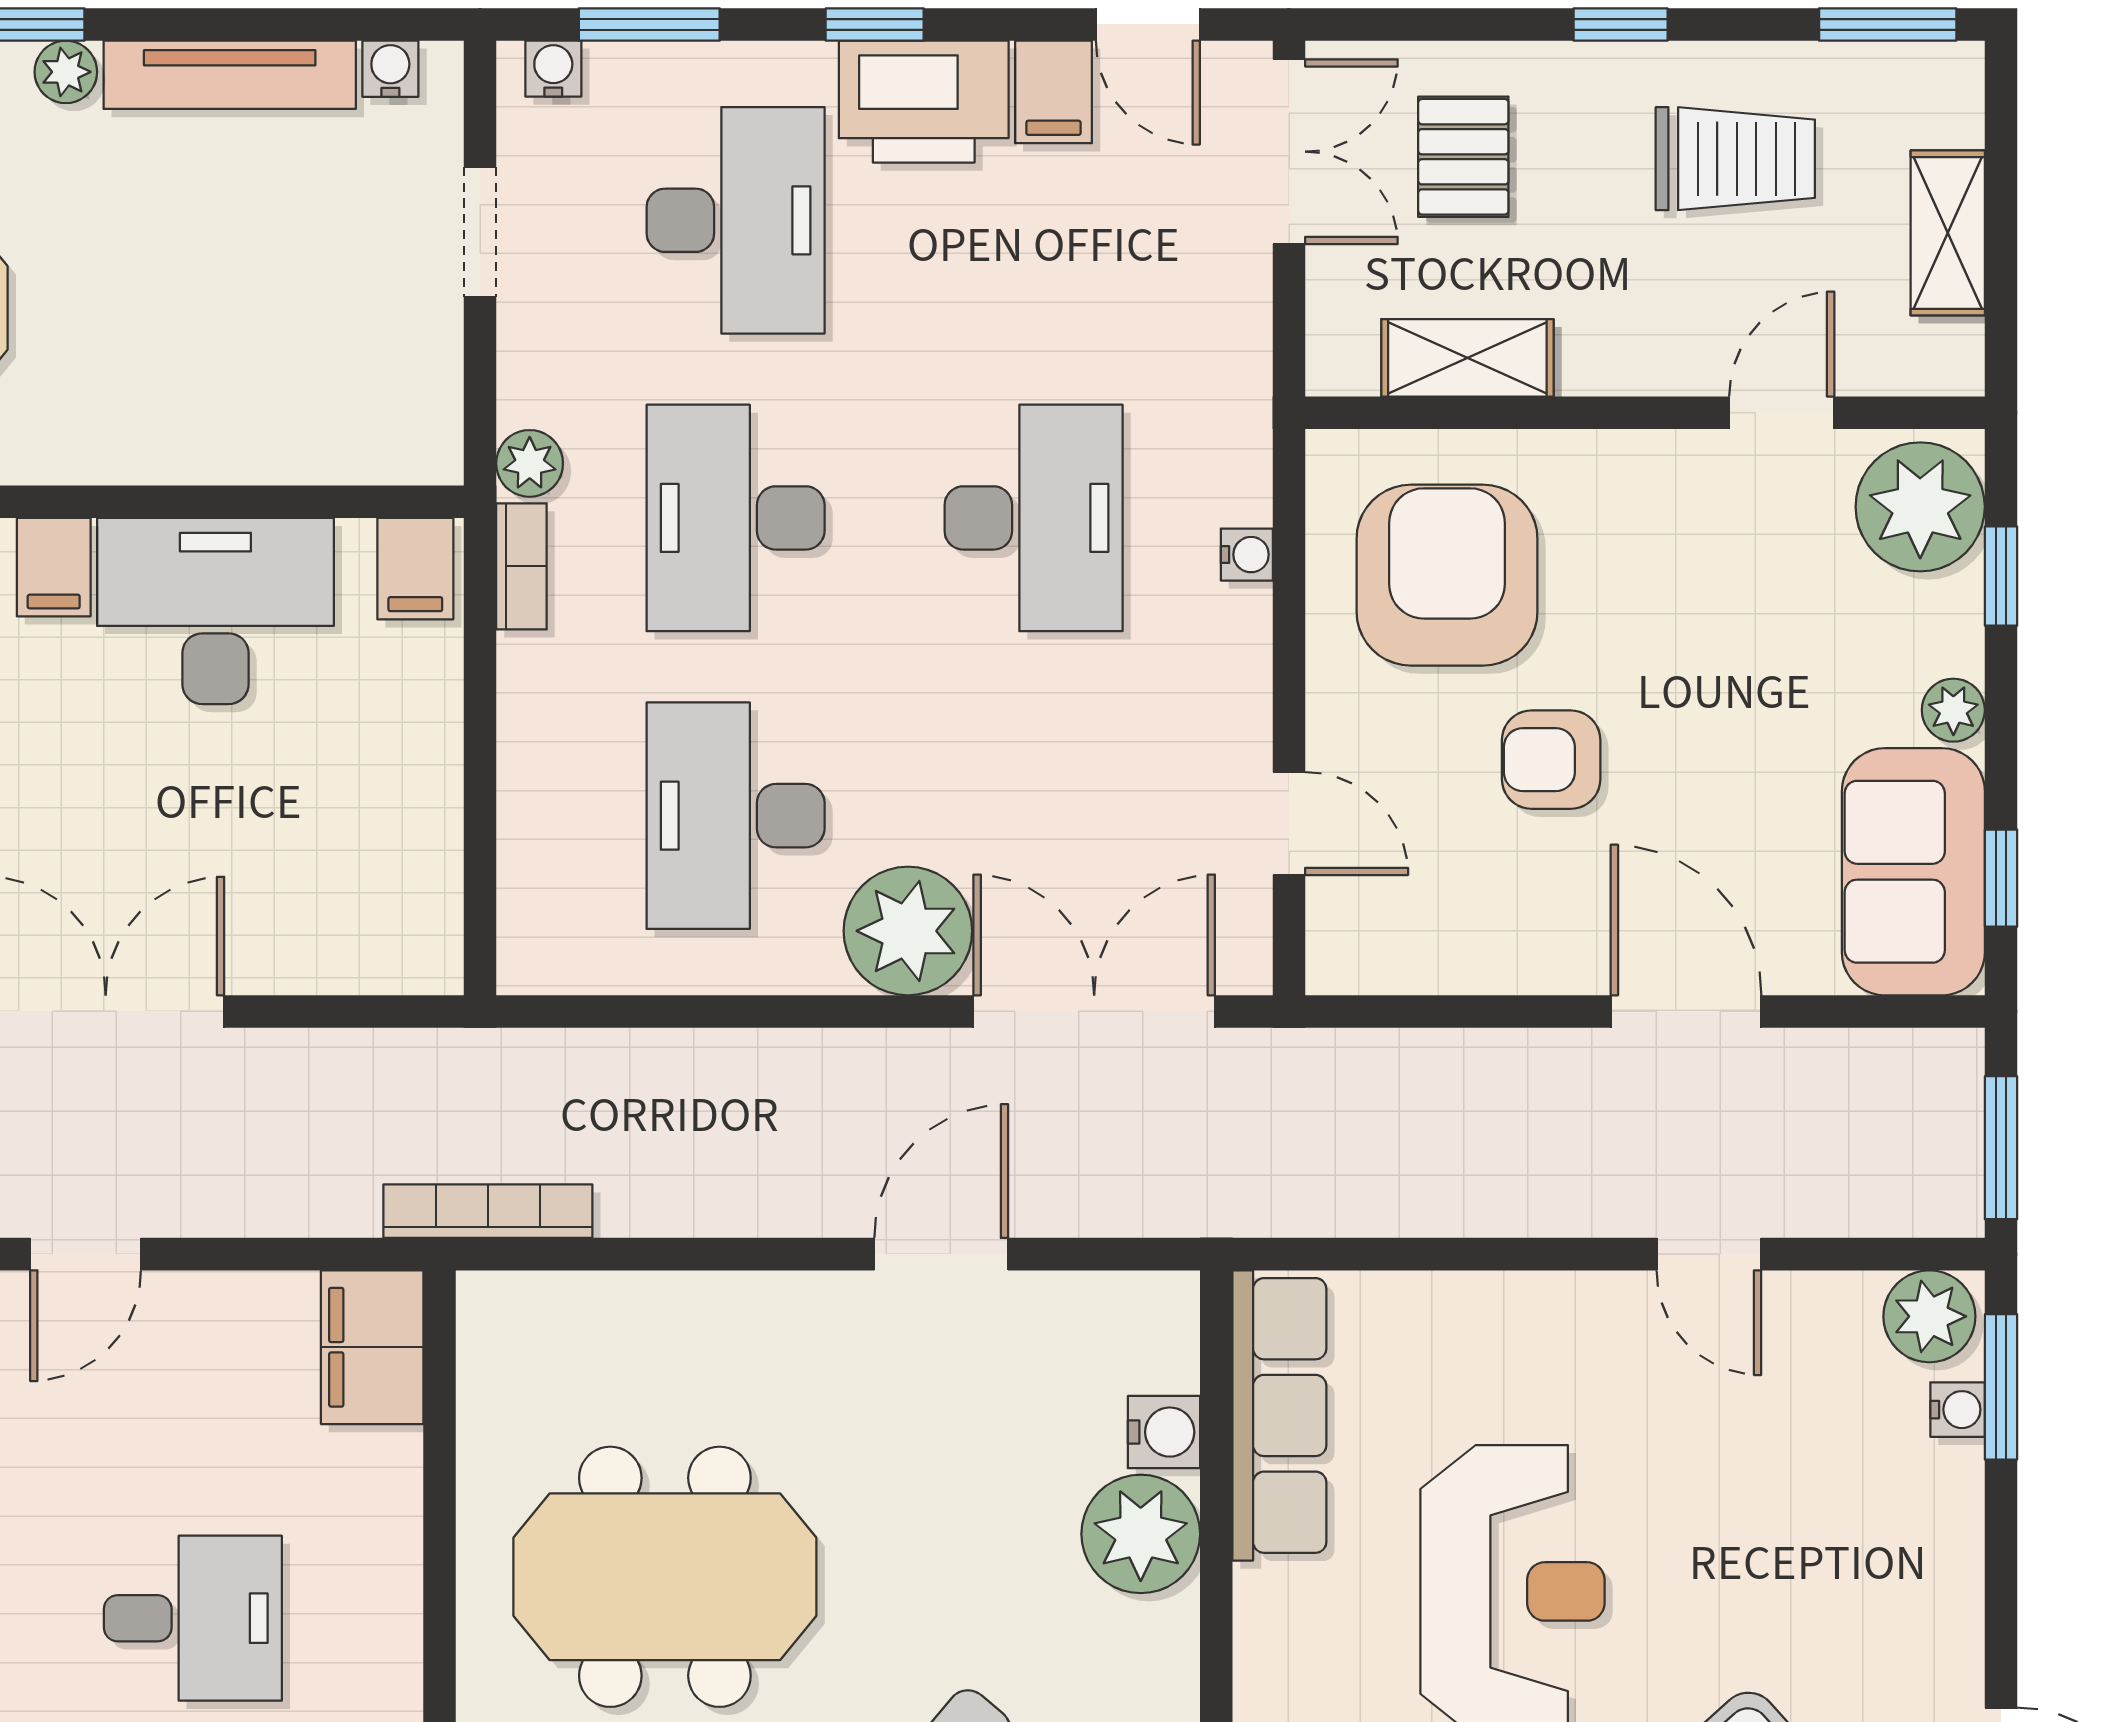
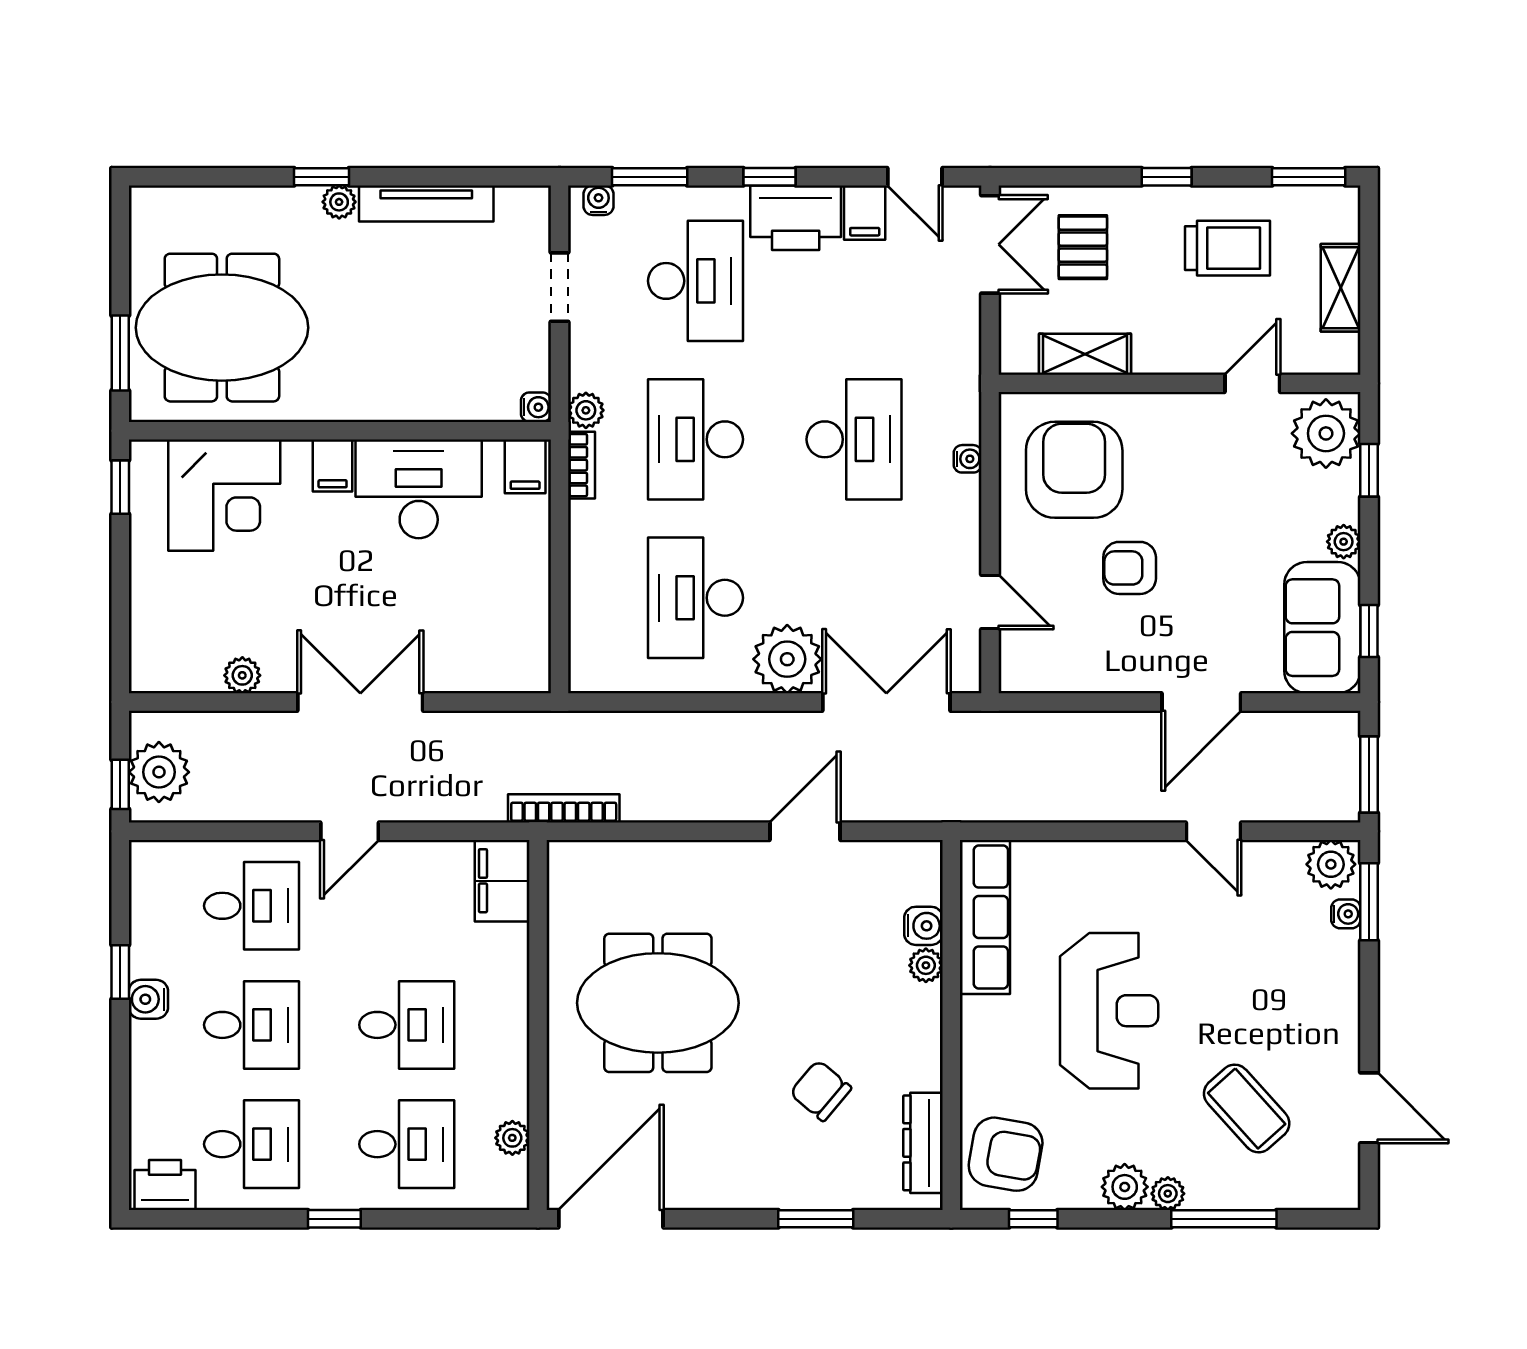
water cooler: (390, 69) -> (536, 407), moved, turned 90
door: (1686, 1011) -> (1201, 702), swing flipped
plant: (1141, 1534) -> (926, 965), width x0.53, depth x0.53

